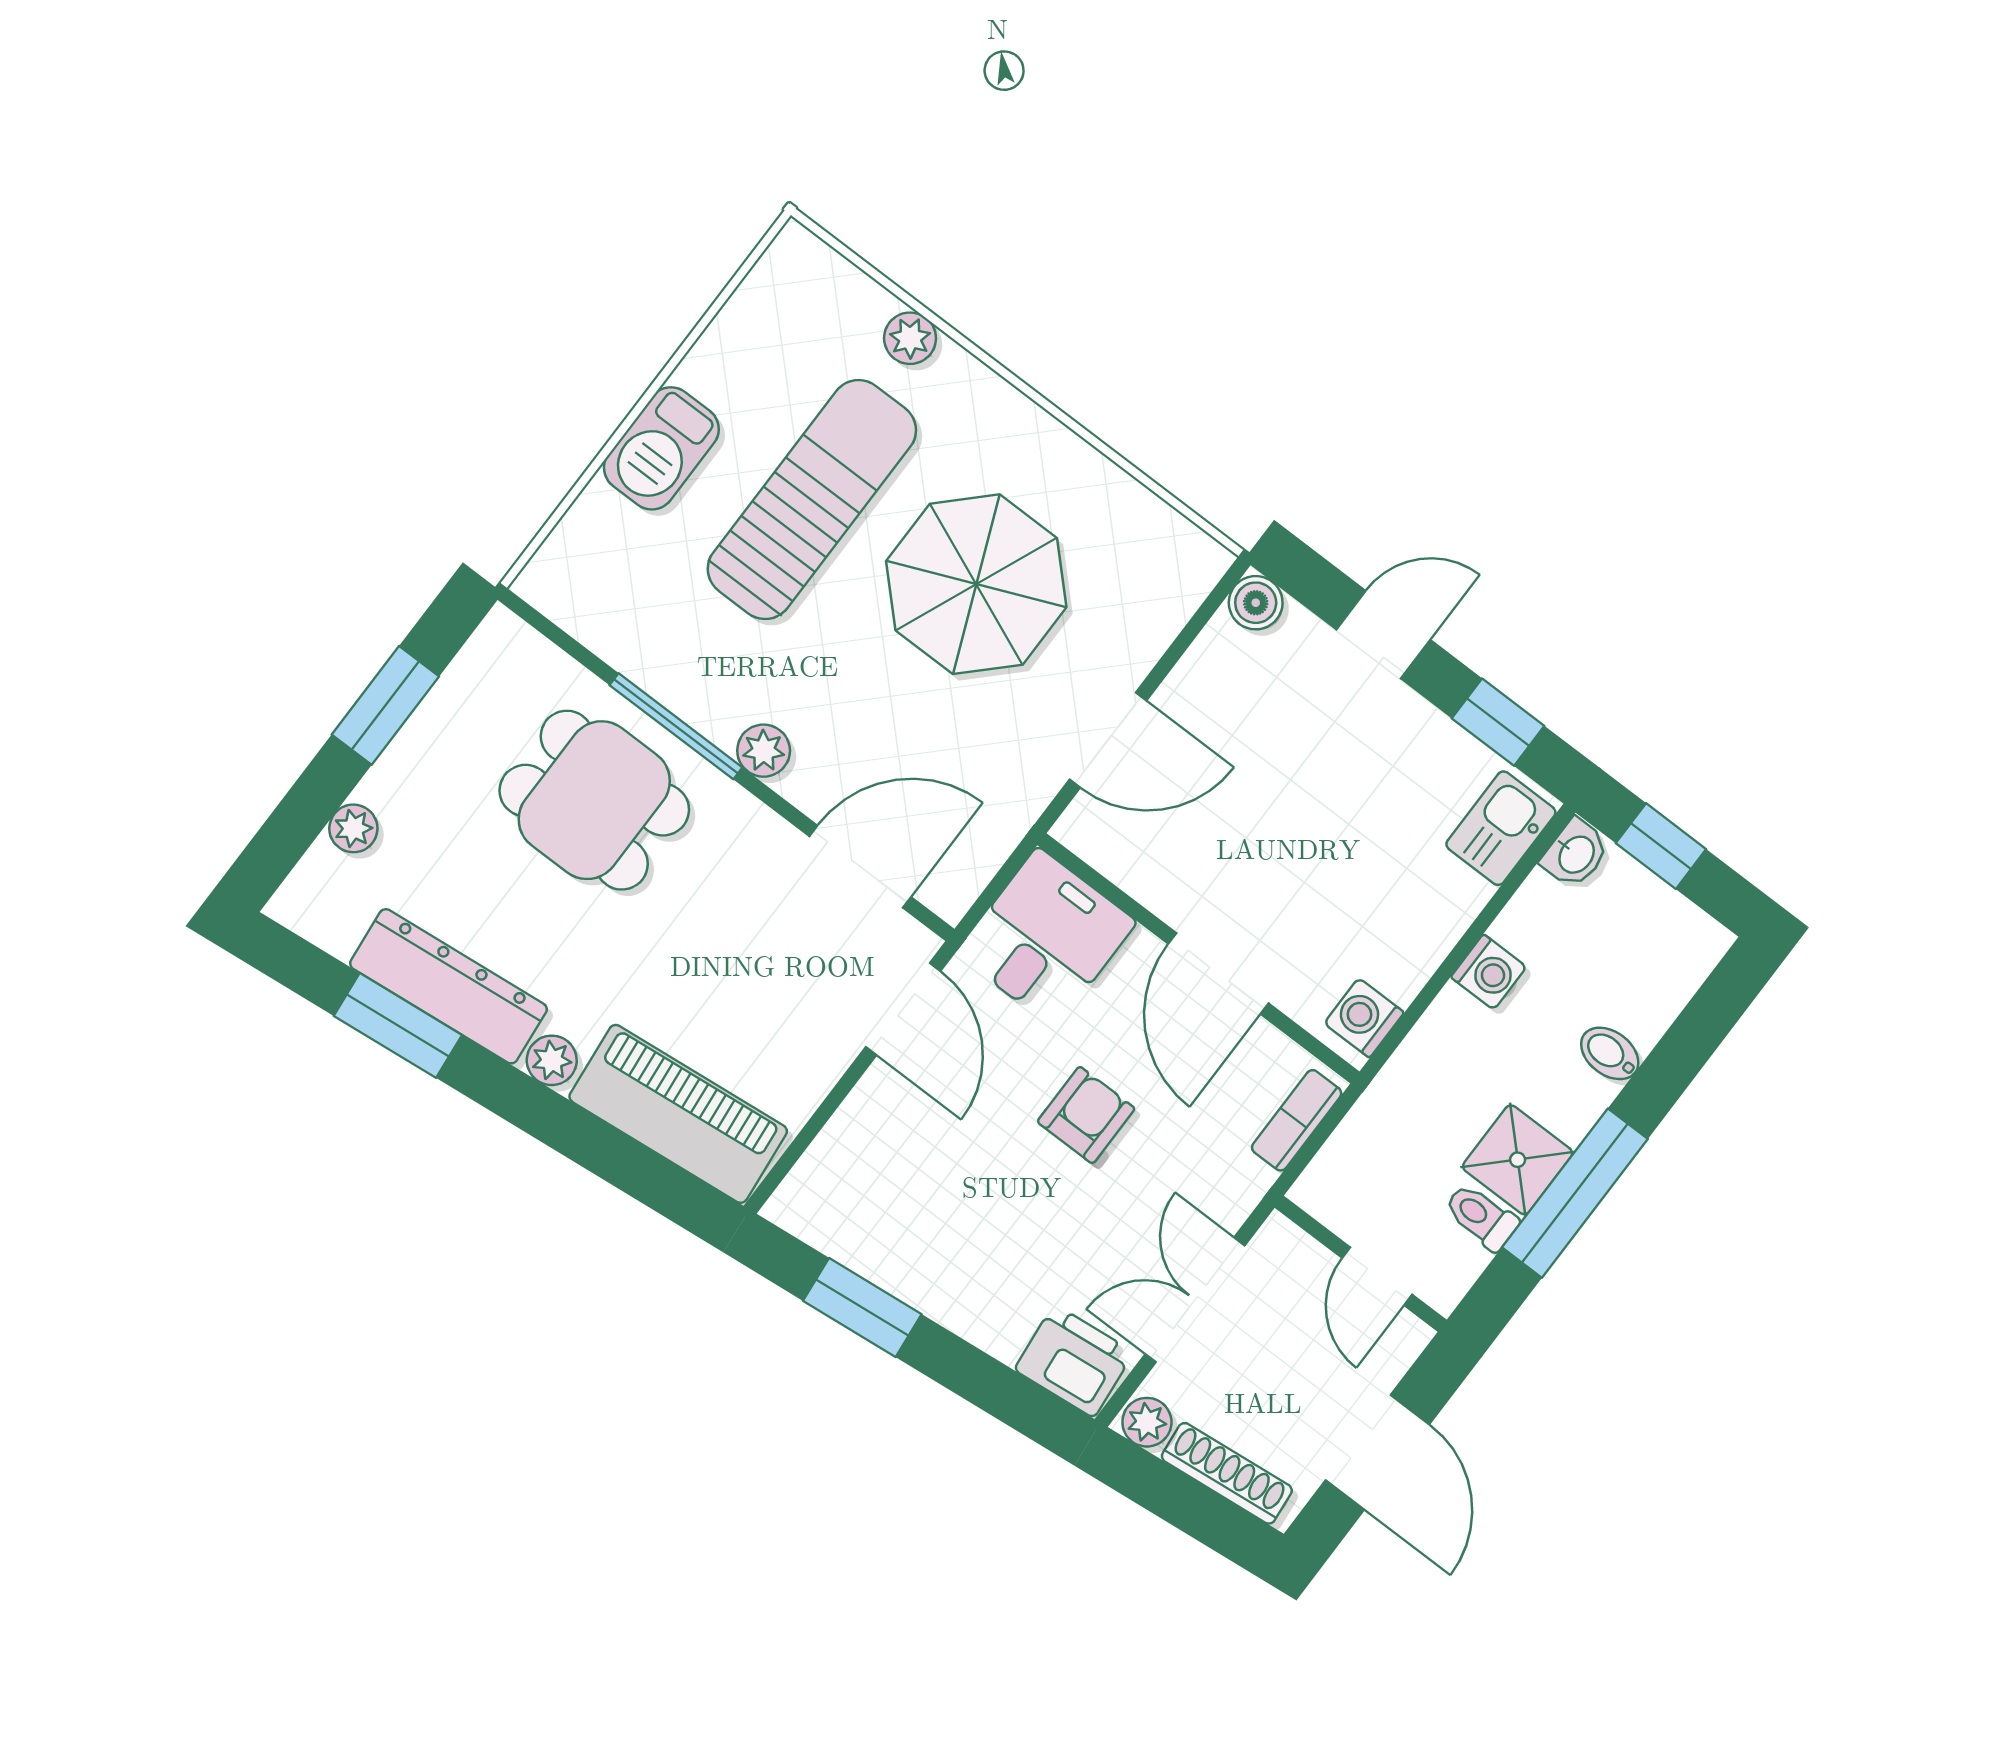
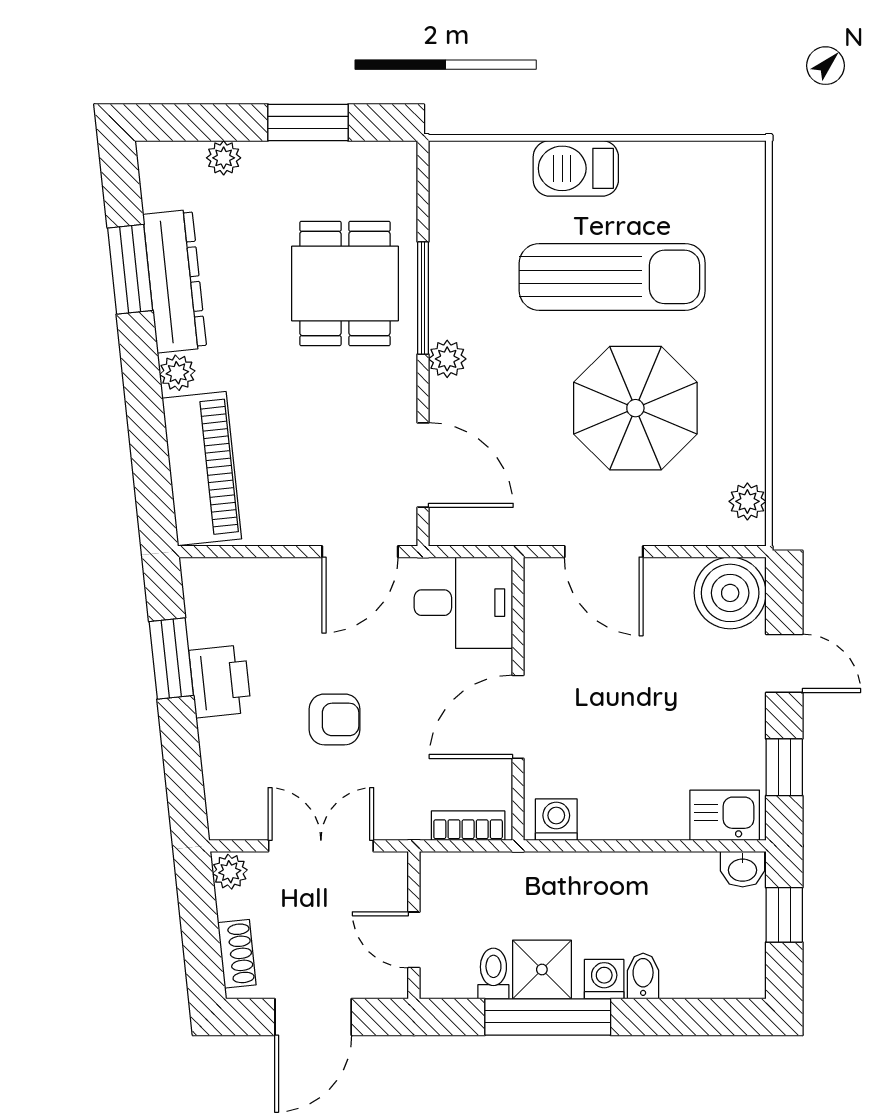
plant: (910, 338) -> (747, 501), moved
boiler: (1256, 603) -> (730, 593), width x1.86, depth x1.86
washing machine: (1489, 972) -> (604, 979), moved, turned 180
armchair: (1086, 1115) -> (334, 719), moved
door: (1377, 1276) -> (414, 940), hinge flipped
printer: (1074, 1361) -> (220, 681), moved
shoe rack: (1227, 1473) -> (237, 954), width x0.70

